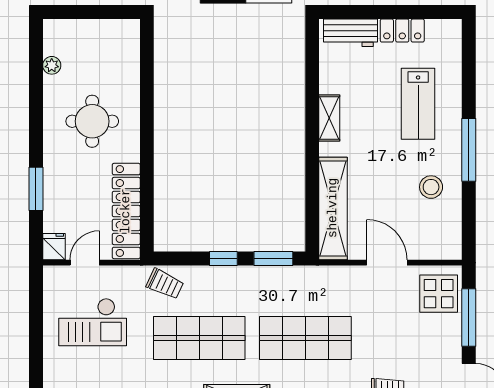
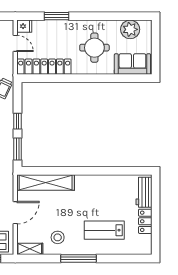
sofa: (121, 53) -> (132, 64), added
plant: (52, 65) -> (130, 29), width x1.88, depth x1.88
shelving: (329, 118) -> (30, 249), moved

